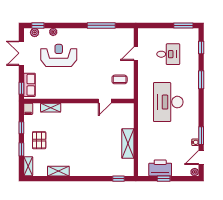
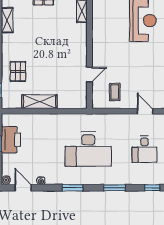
door: (105, 101) -> (89, 75), swing flipped
desk: (168, 102) -> (88, 149), turned 180
window: (201, 136) -> (73, 188), moved
pallet: (102, 162) -> (18, 71), added

